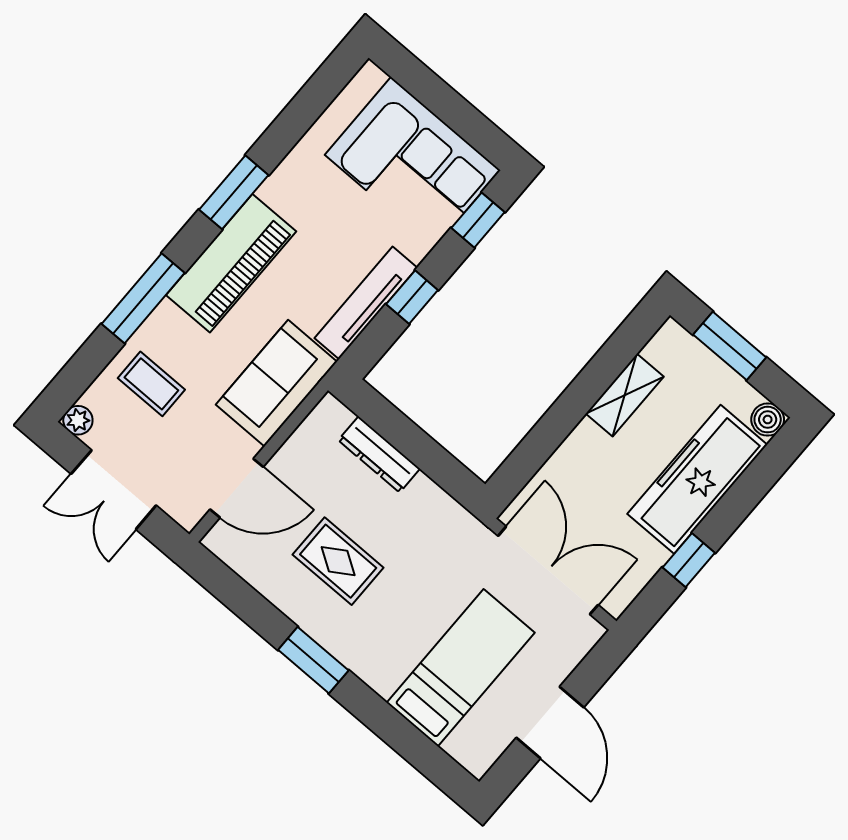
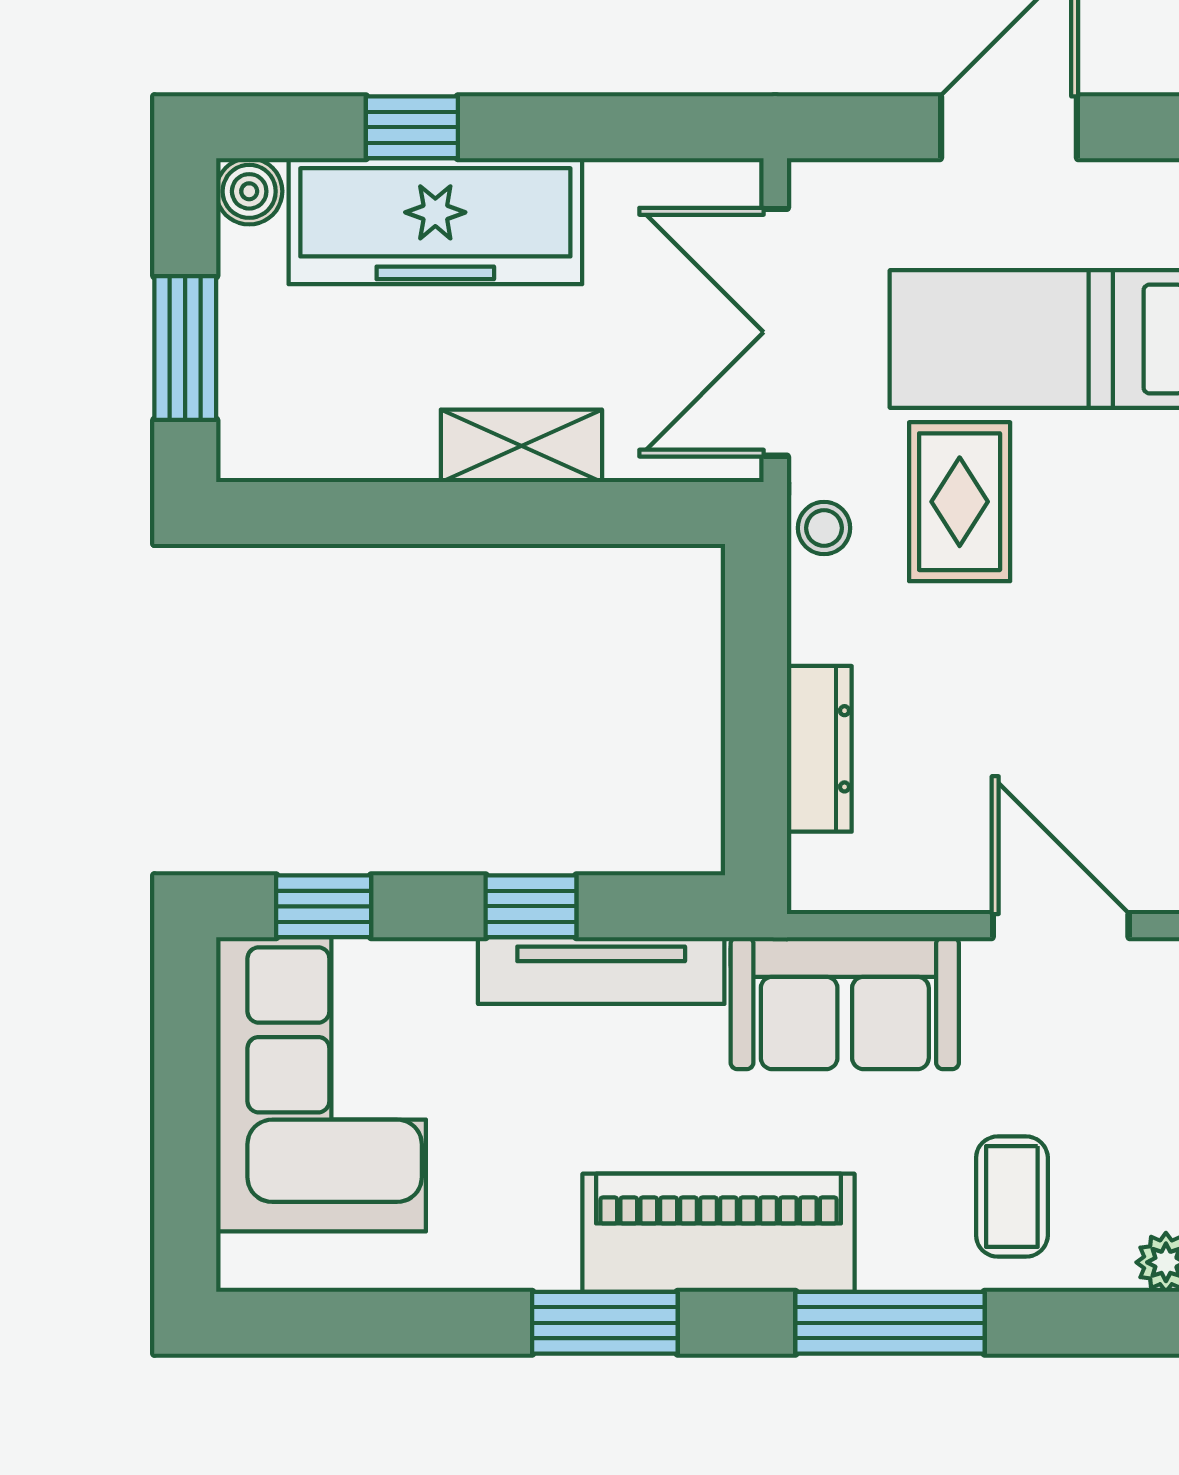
shelving: (625, 395) -> (521, 446), moved
stool: (460, 526) -> (824, 528), added
window: (689, 560) -> (412, 127), moved
rug: (338, 561) -> (960, 502), moved

